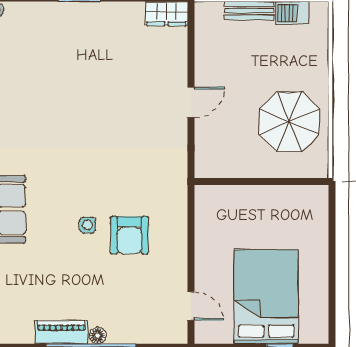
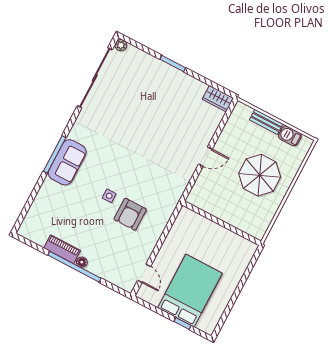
parasol: (289, 122) -> (260, 175), moved

